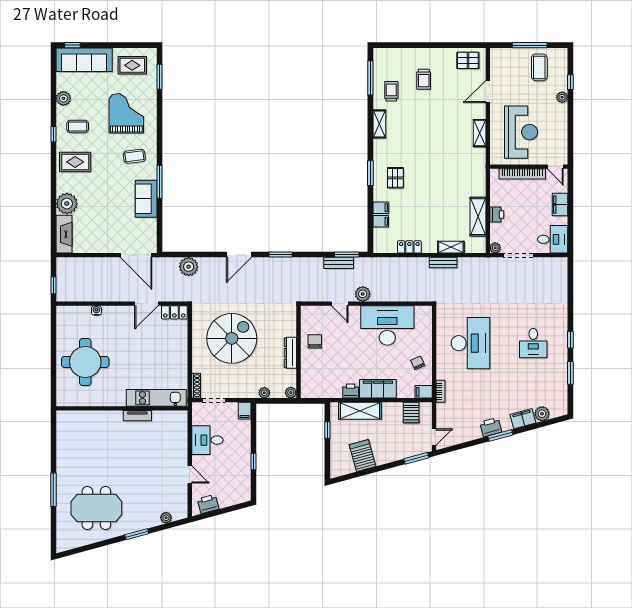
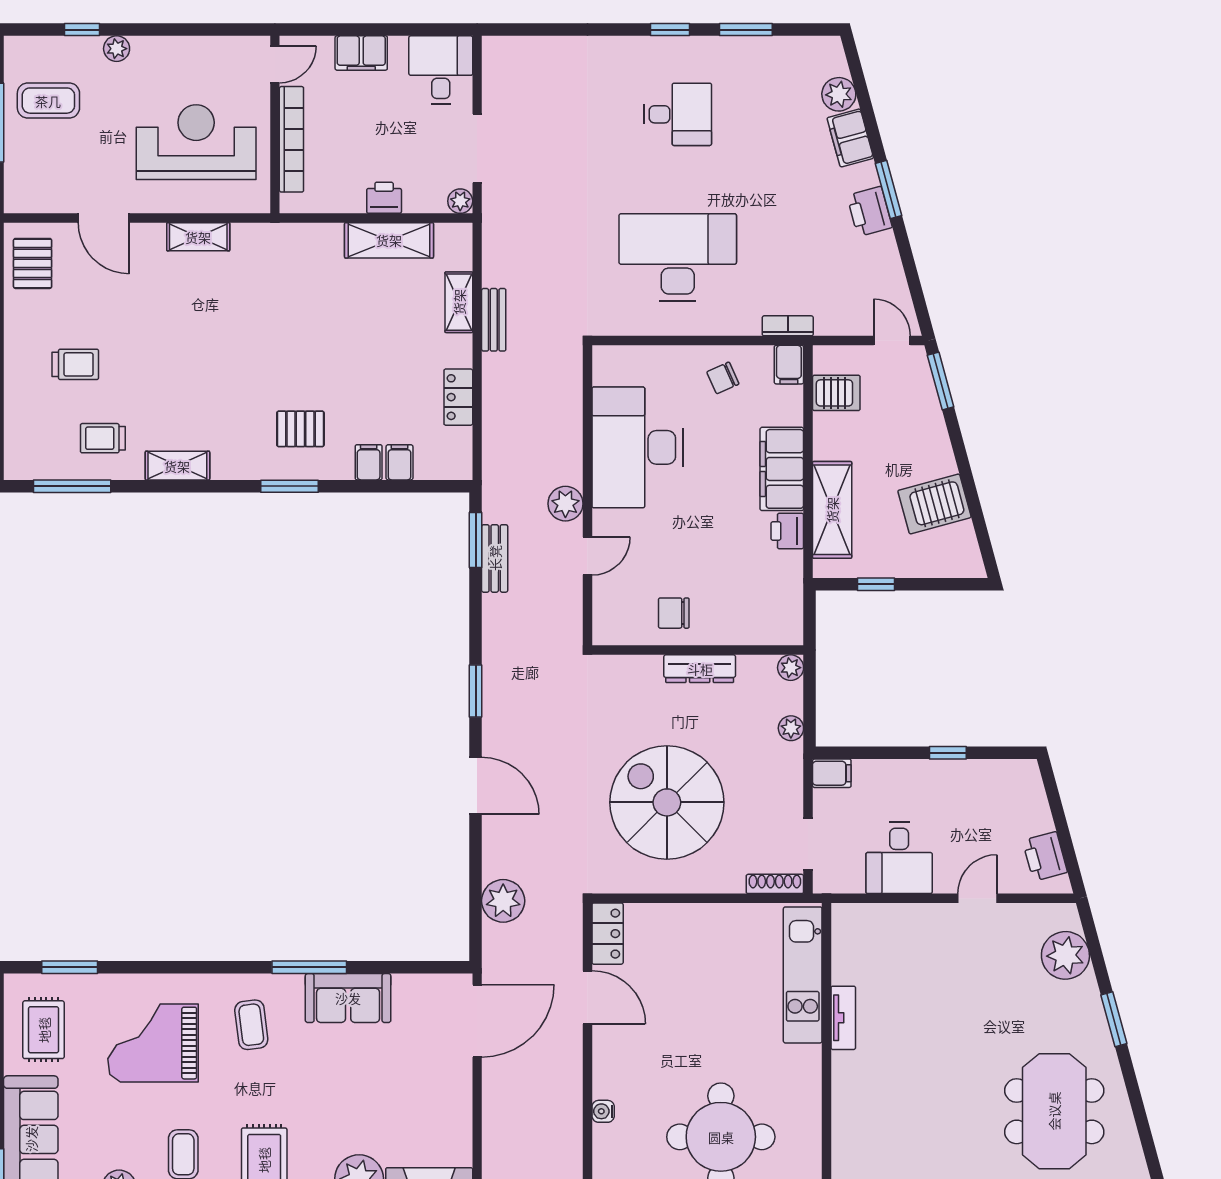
plant: (166, 518) -> (1065, 955), width x1.88, depth x1.88

